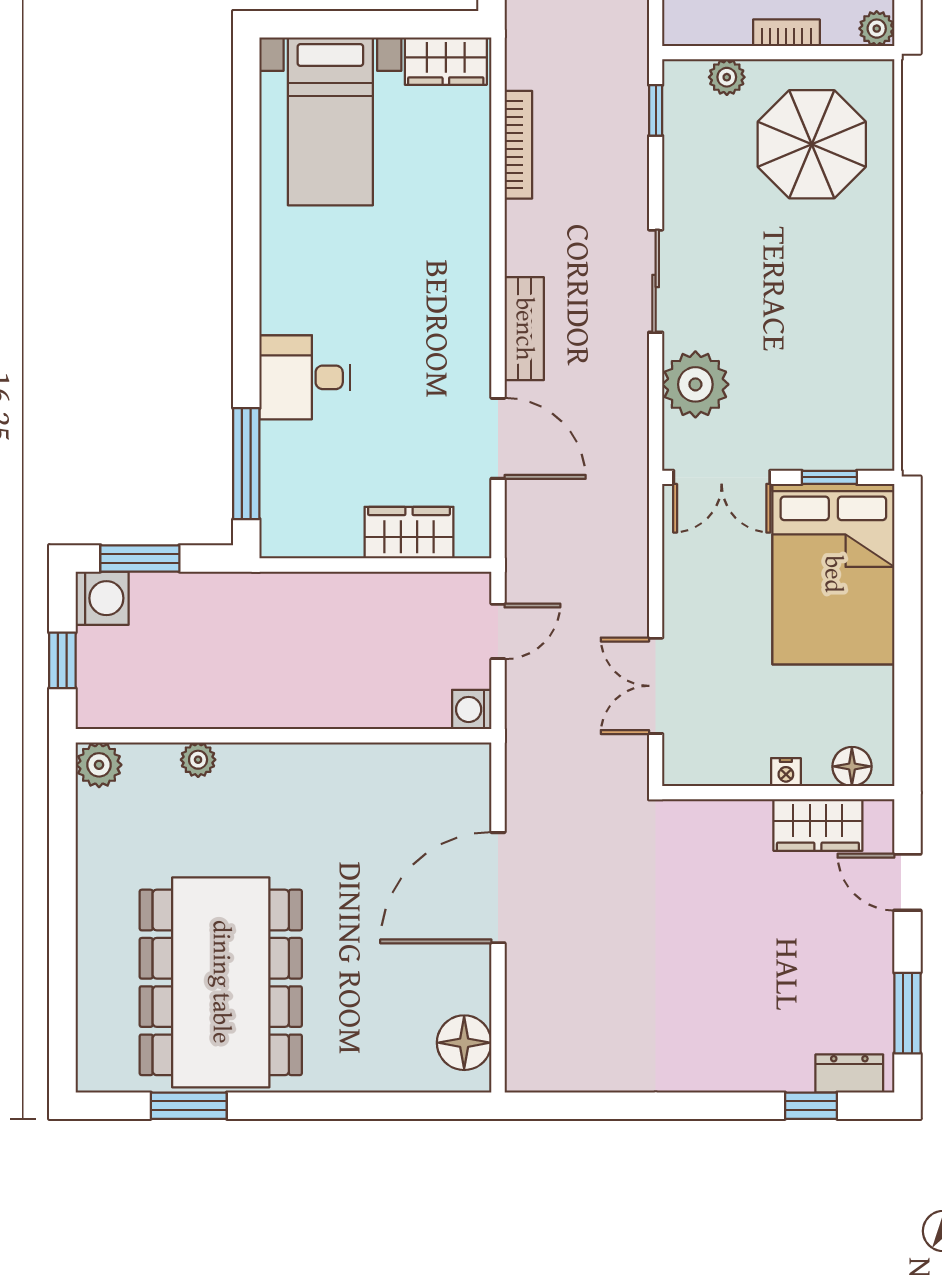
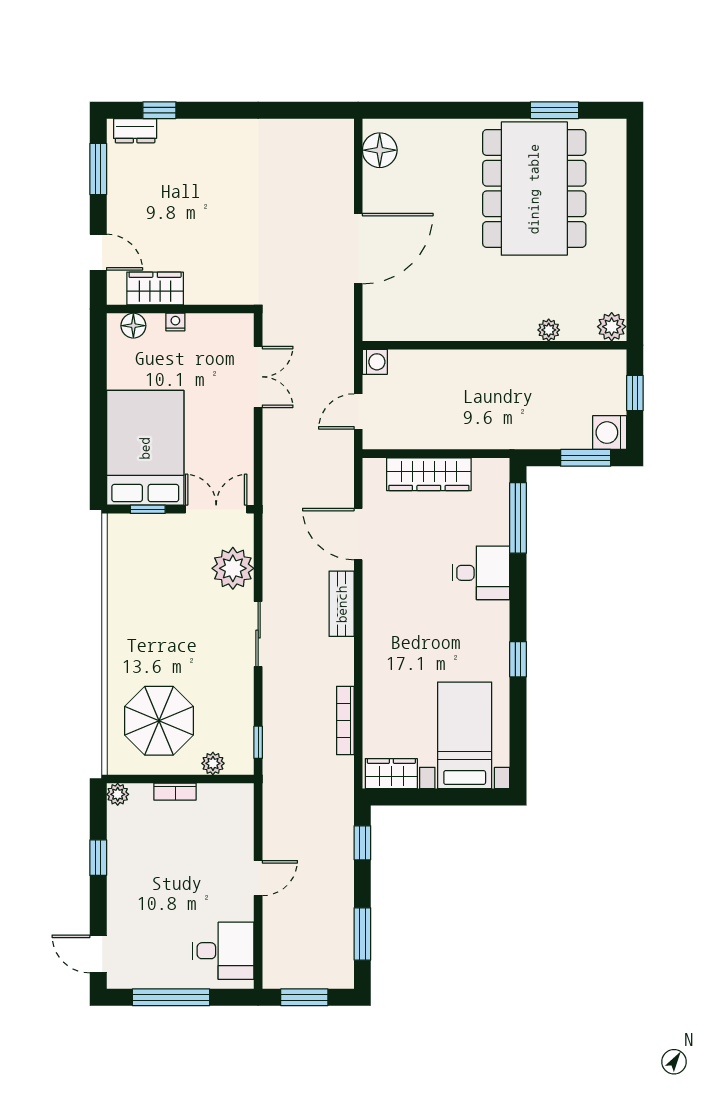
window: (246, 241) -> (518, 659), added
wardrobe: (409, 533) -> (429, 474), width x1.50

